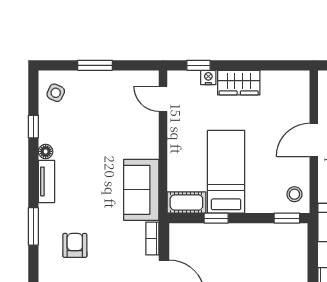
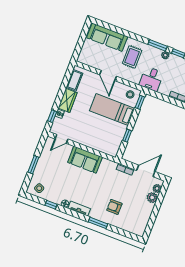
bed: (226, 172) -> (112, 110), moved
sofa: (141, 190) -> (85, 160), moved
cot: (186, 202) -> (74, 80), moved

